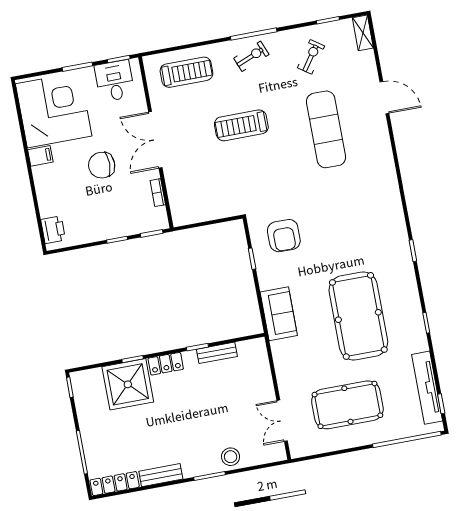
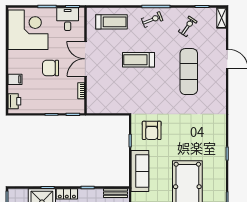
filing cabinet: (40, 156) -> (15, 79), moved
sofa: (279, 314) -> (140, 171), width x1.36
bench: (217, 353) -> (116, 193), moved

